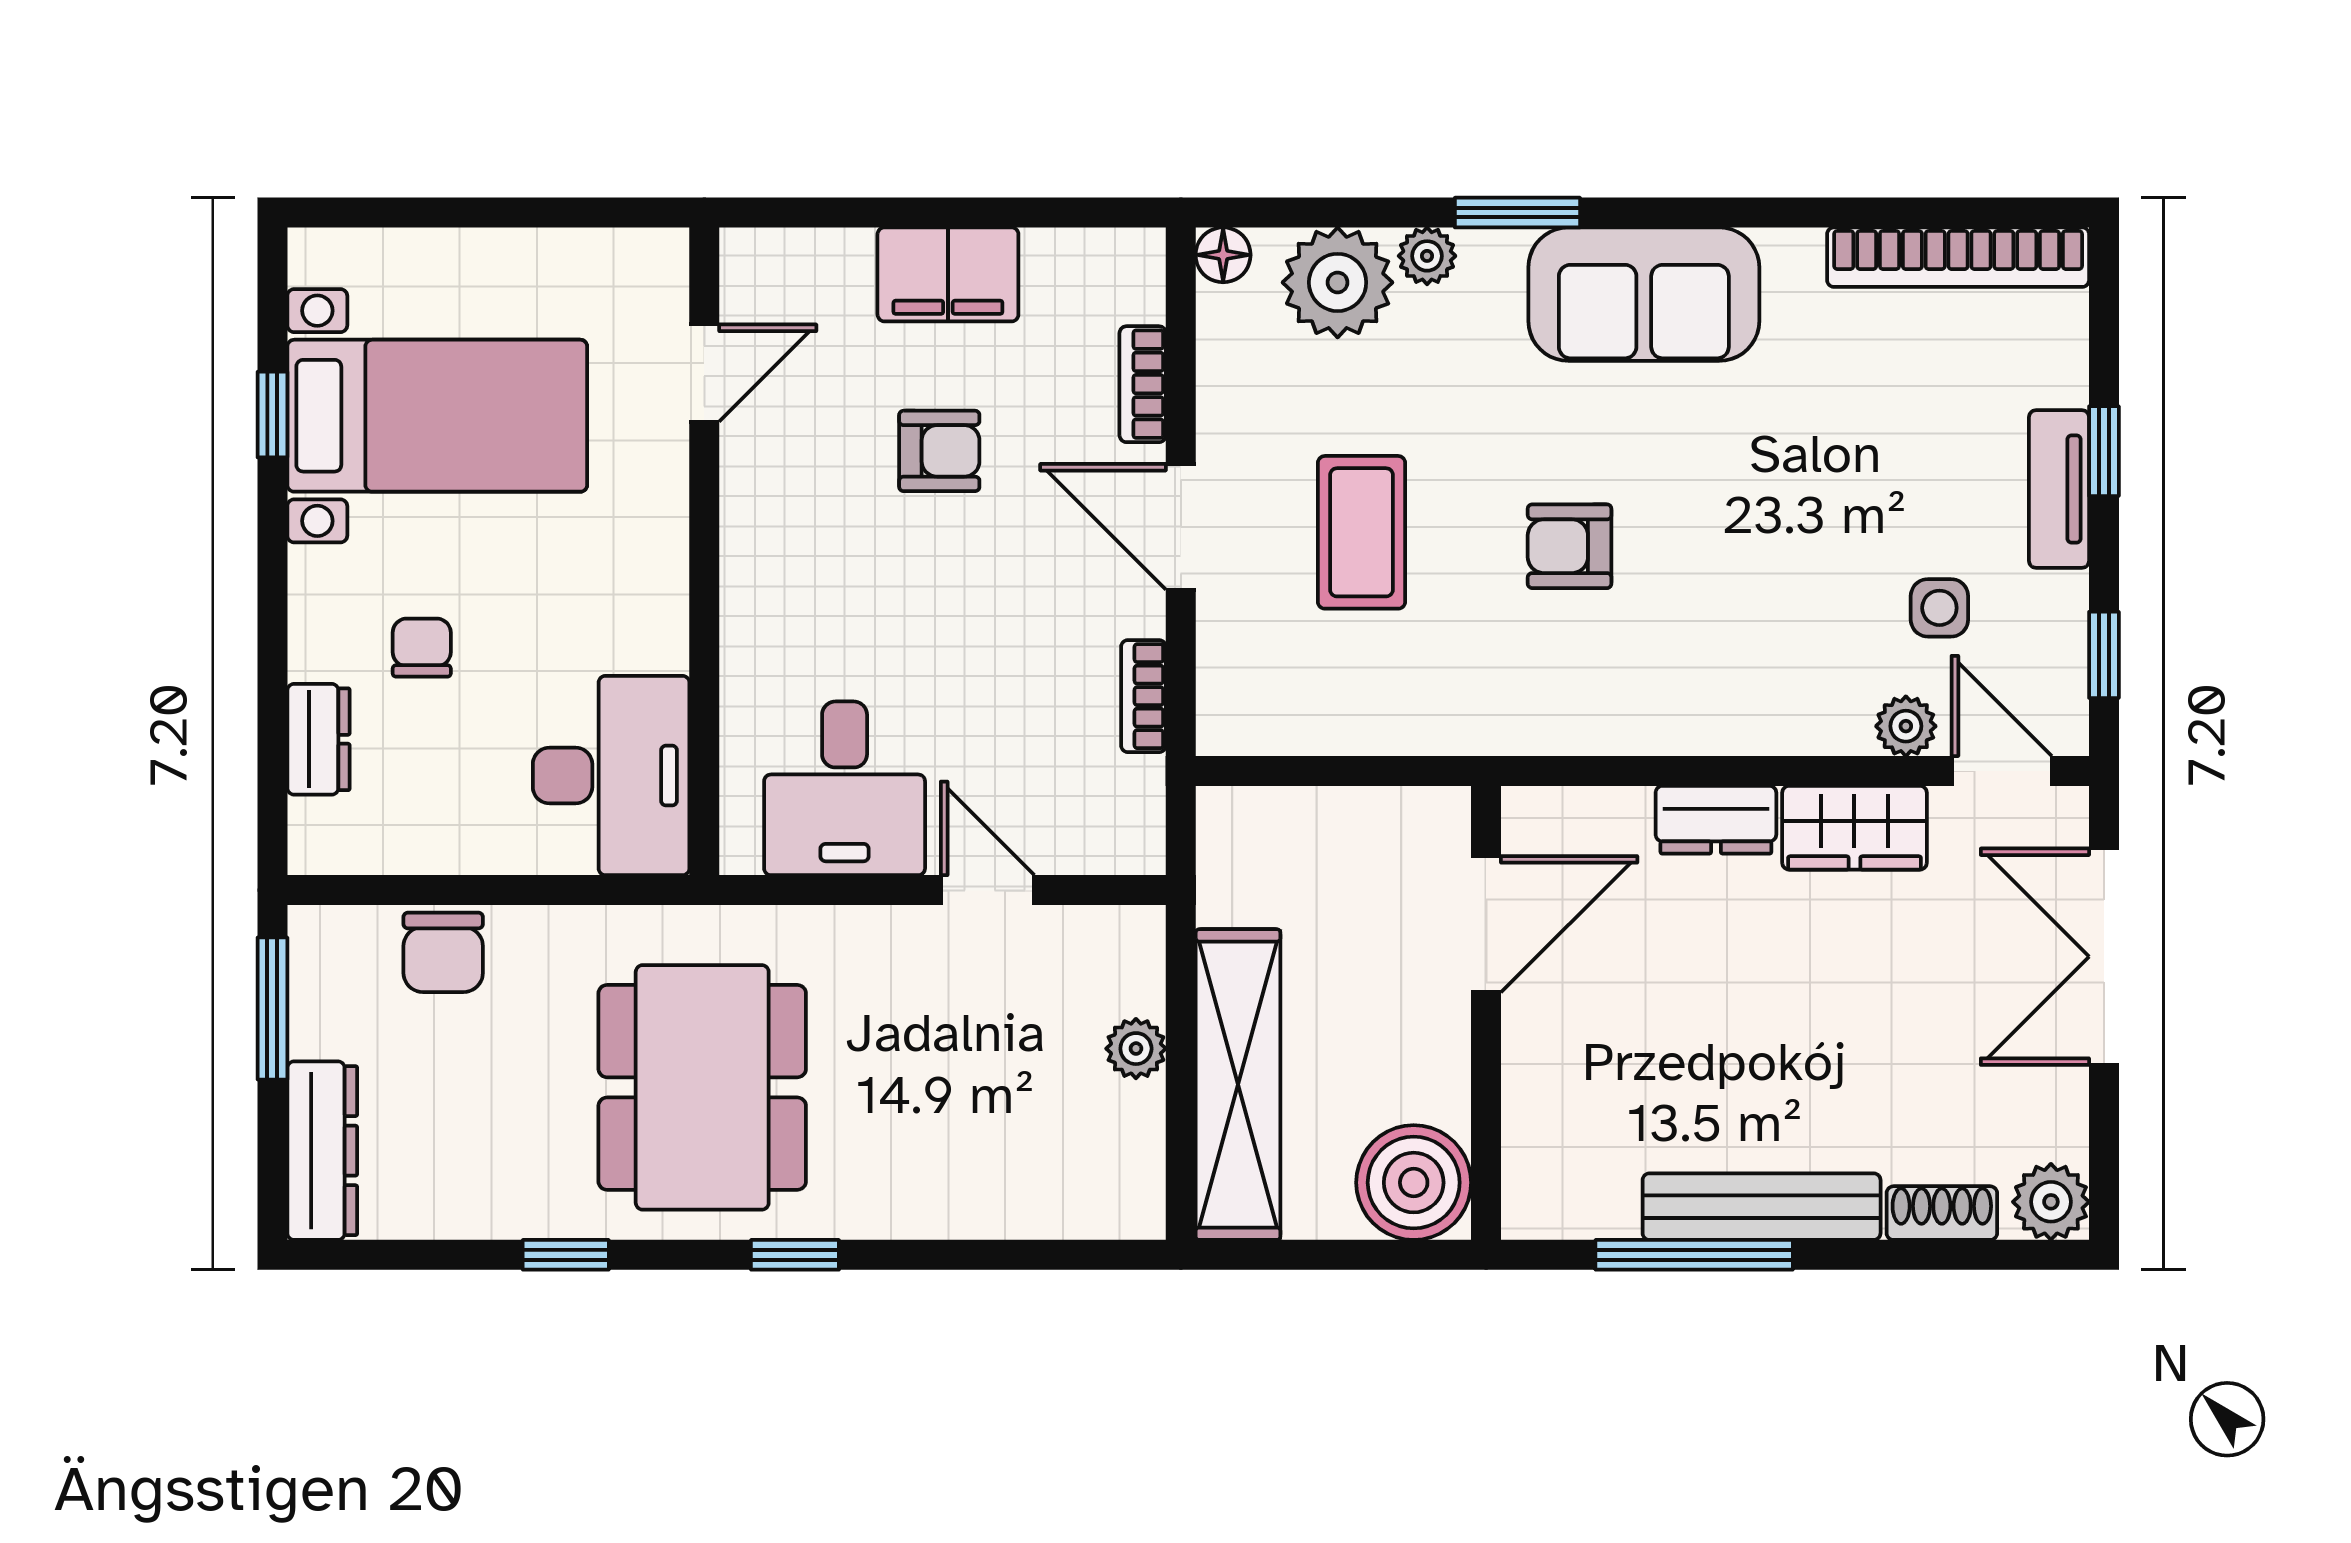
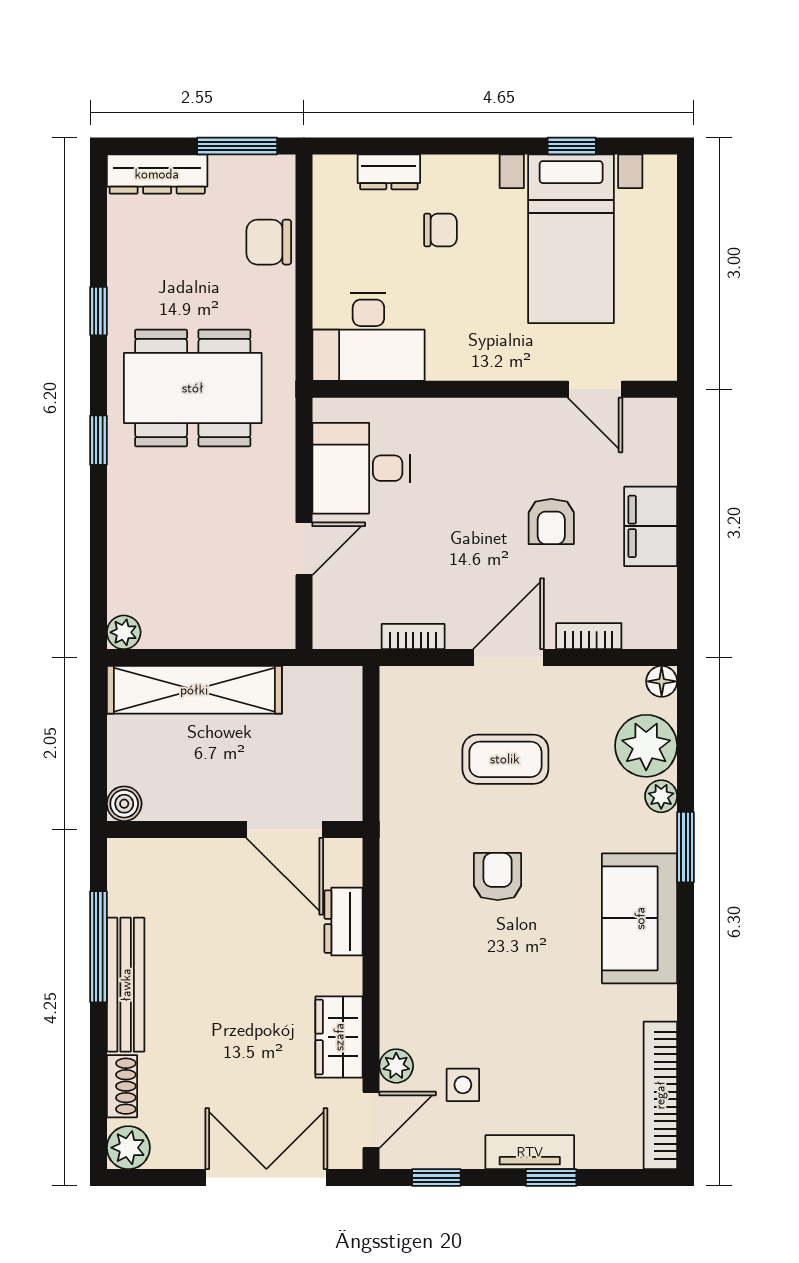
dresser: (1716, 820) -> (344, 922), moved
plant: (1136, 1049) -> (124, 632), moved
boiler: (1414, 1183) -> (124, 804), width x0.54, depth x0.54

